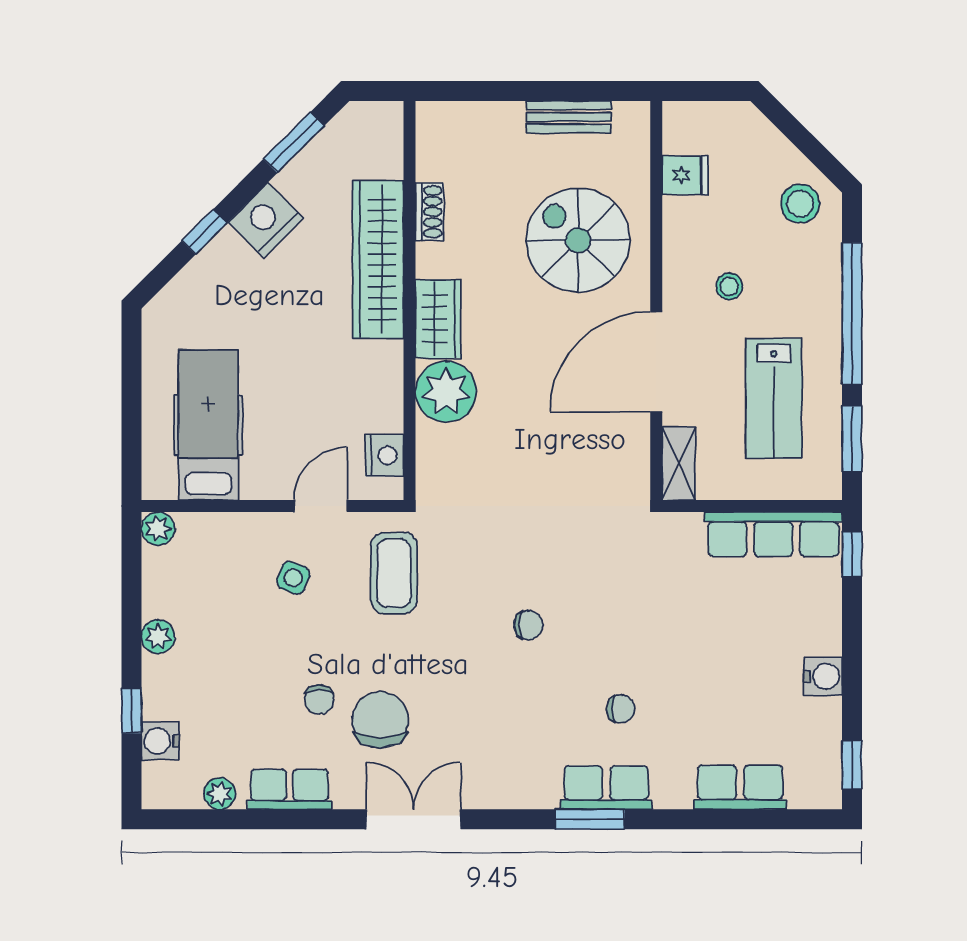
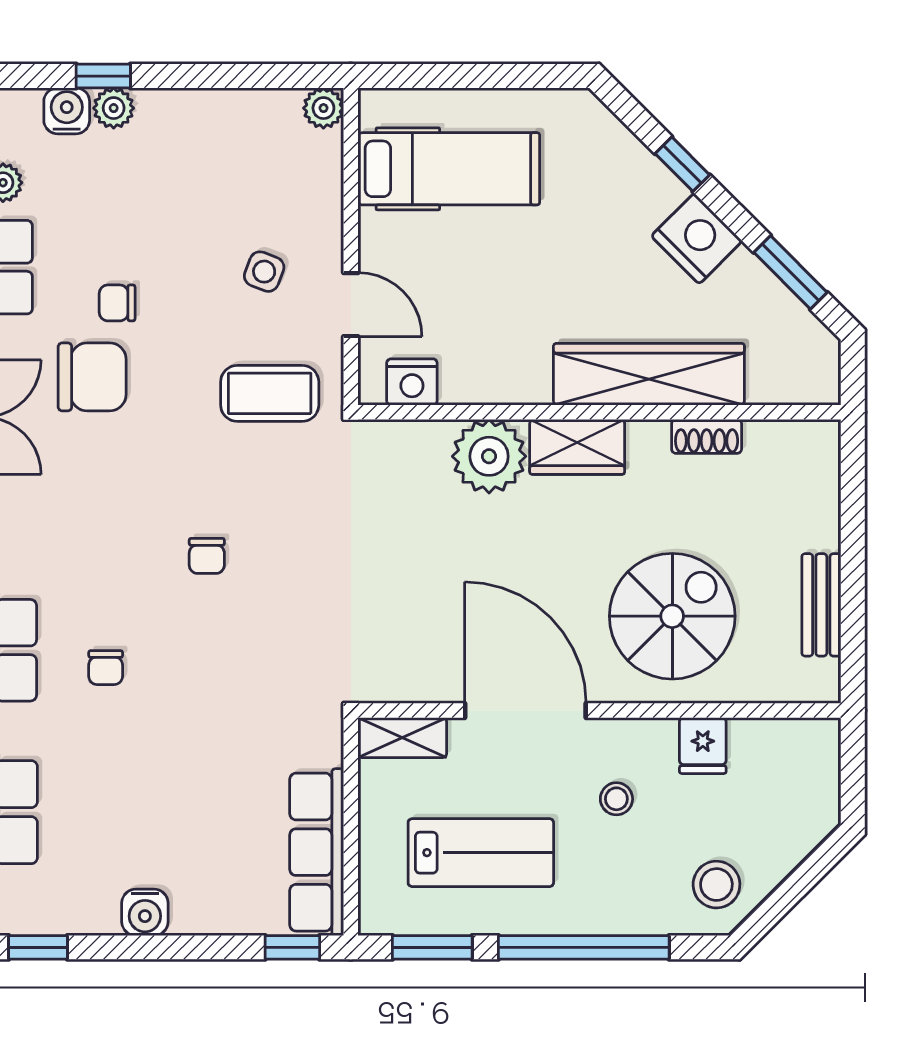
fridge: (685, 175) -> (703, 746), moved
lab bench: (774, 398) -> (481, 853), turned 180
plant: (158, 637) -> (114, 108), moved

